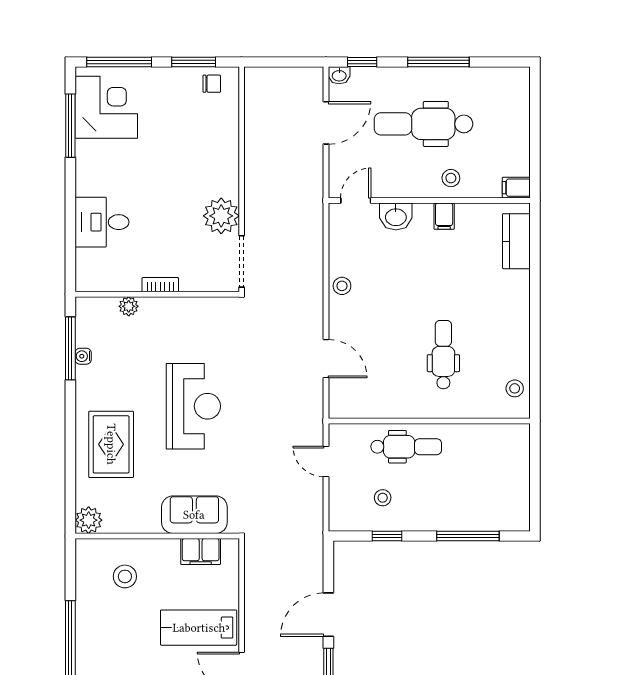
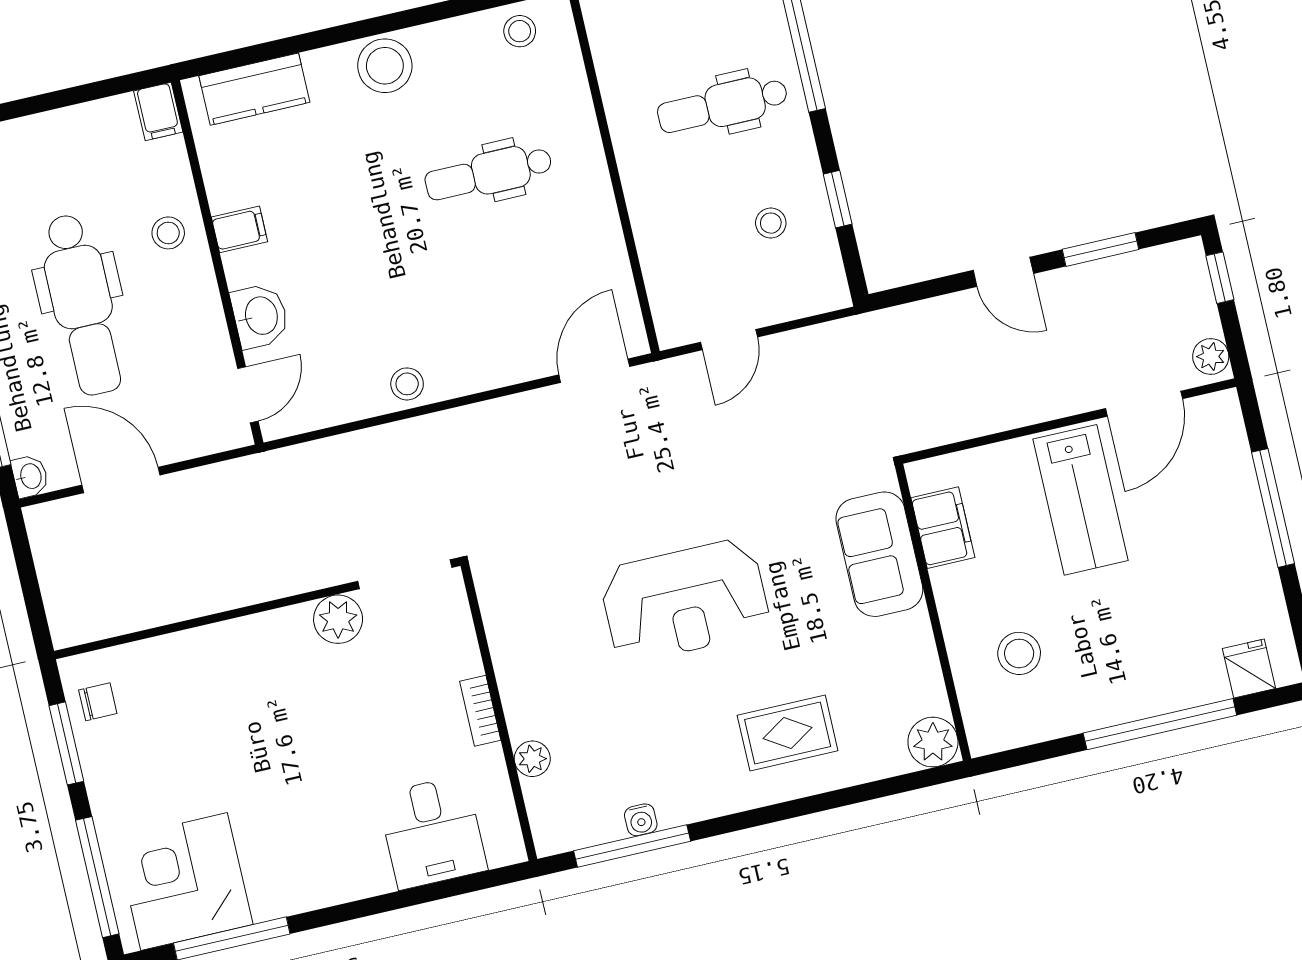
chair: (212, 84) -> (98, 702), turned 90
door: (356, 200) -> (248, 395), swing flipped
plant: (221, 216) -> (338, 619), width x0.73, depth x0.73
desk: (102, 222) -> (432, 832), moved
stool: (513, 313) -> (385, 66), added
door: (326, 359) -> (594, 371), moved
reception desk: (193, 406) -> (685, 601), turned 180
rug: (111, 444) -> (788, 733), width x0.73, depth x0.70
dental chair: (406, 447) -> (723, 105), moved, turned -90
door: (328, 615) -> (1003, 272), width x0.73

